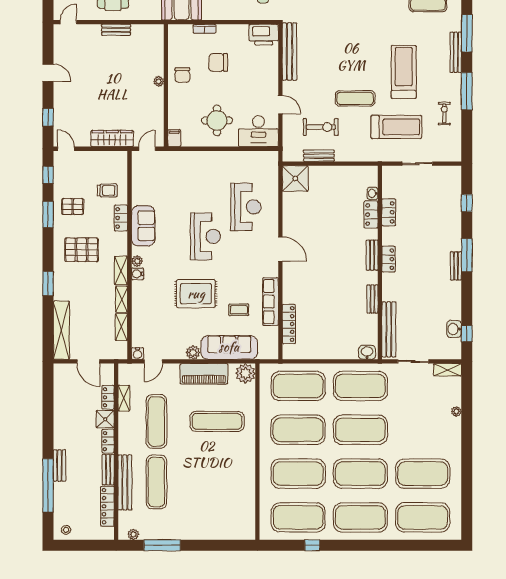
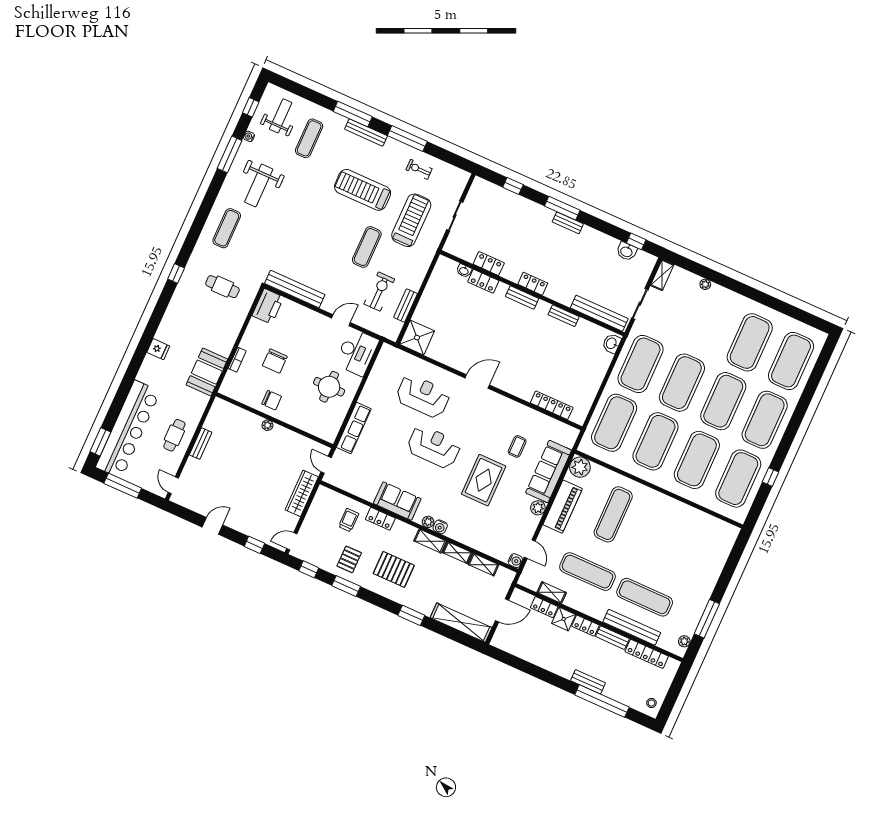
filing cabinet: (174, 138) -> (328, 435), removed
pallet: (82, 250) -> (394, 569), turned 90
row of seats: (271, 302) -> (354, 428), moved, turned -90

